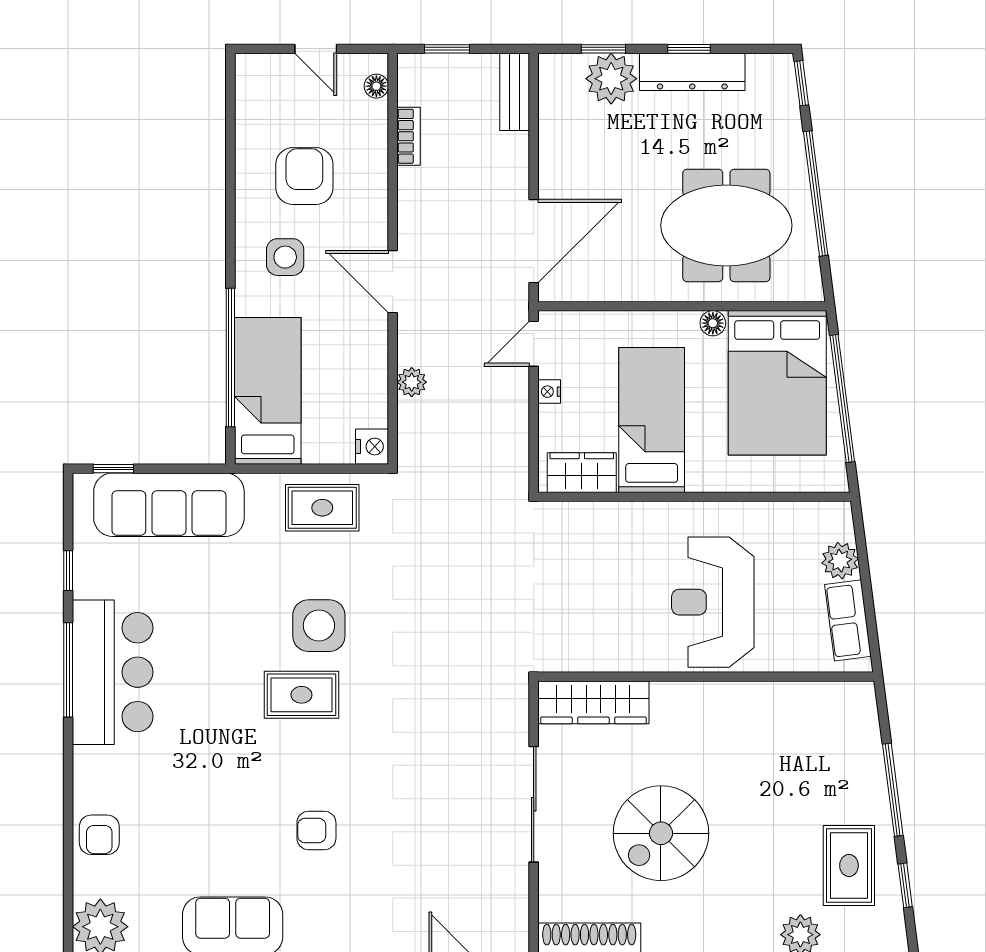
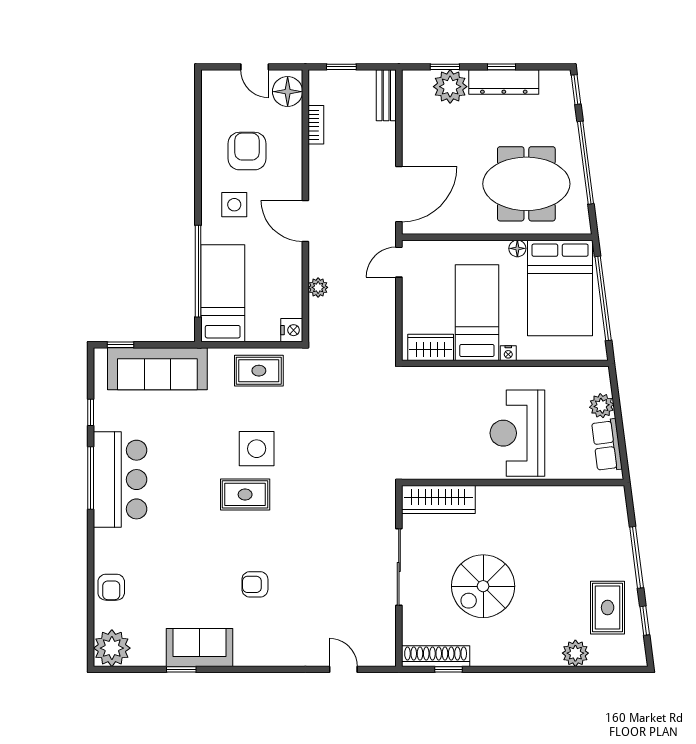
floor lamp: (376, 86) -> (288, 92), width x1.89, depth x1.89
nightstand: (549, 392) -> (508, 353), moved, turned -90

